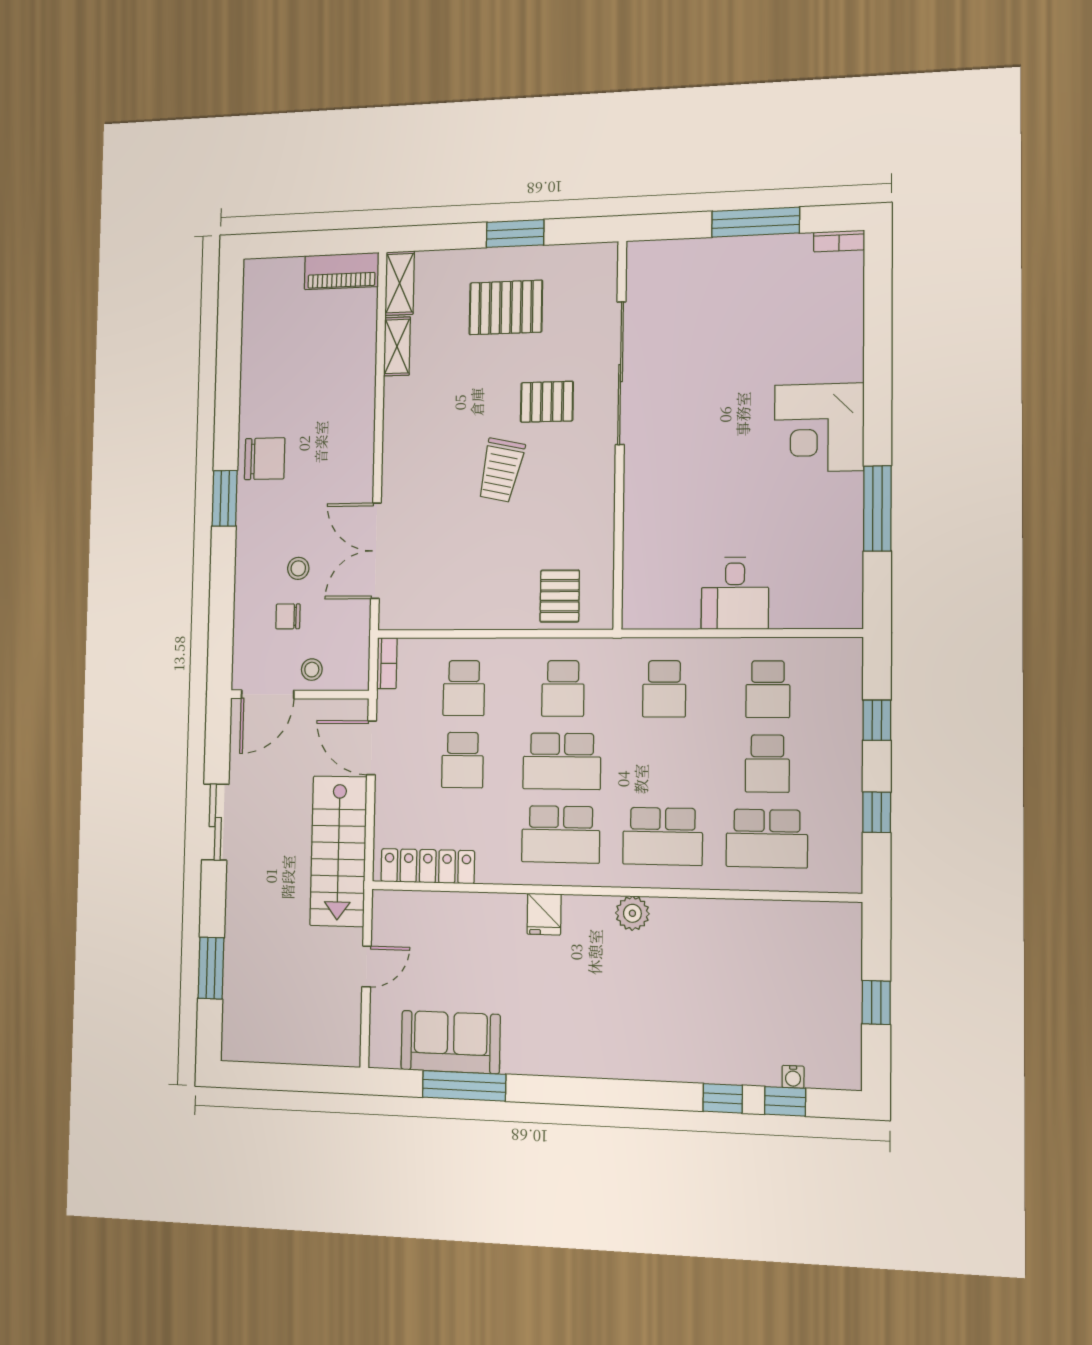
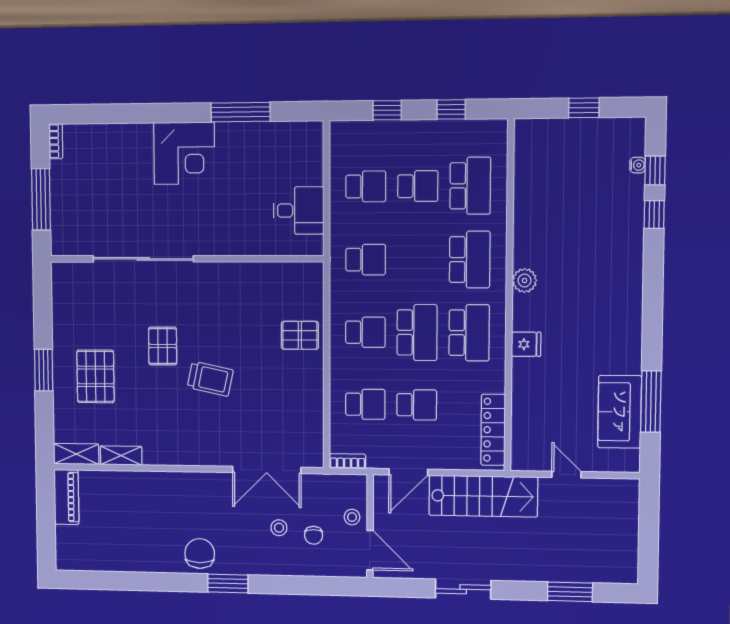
sliding door: (621, 373) -> (143, 259), moved
wall: (620, 434) -> (186, 259), moved

